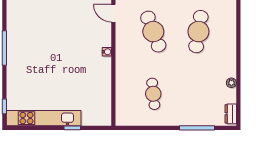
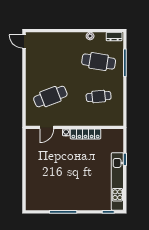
door: (113, 13) -> (47, 127), moved
cafe table: (198, 32) -> (99, 62), moved
locker: (105, 77) -> (85, 134), added

